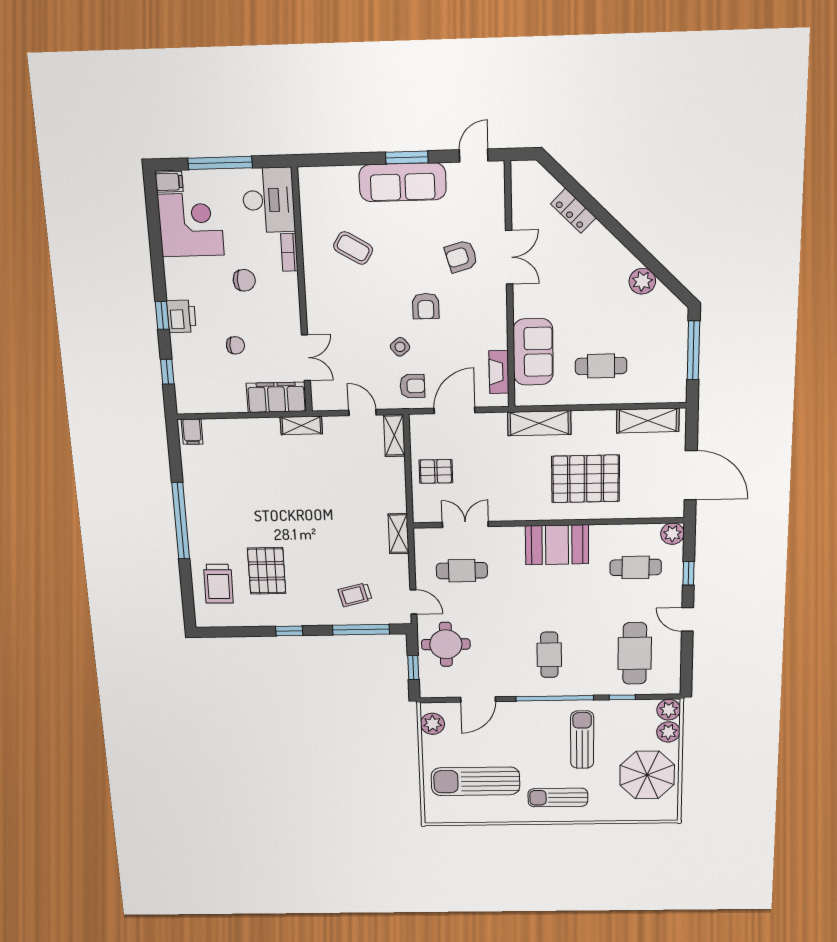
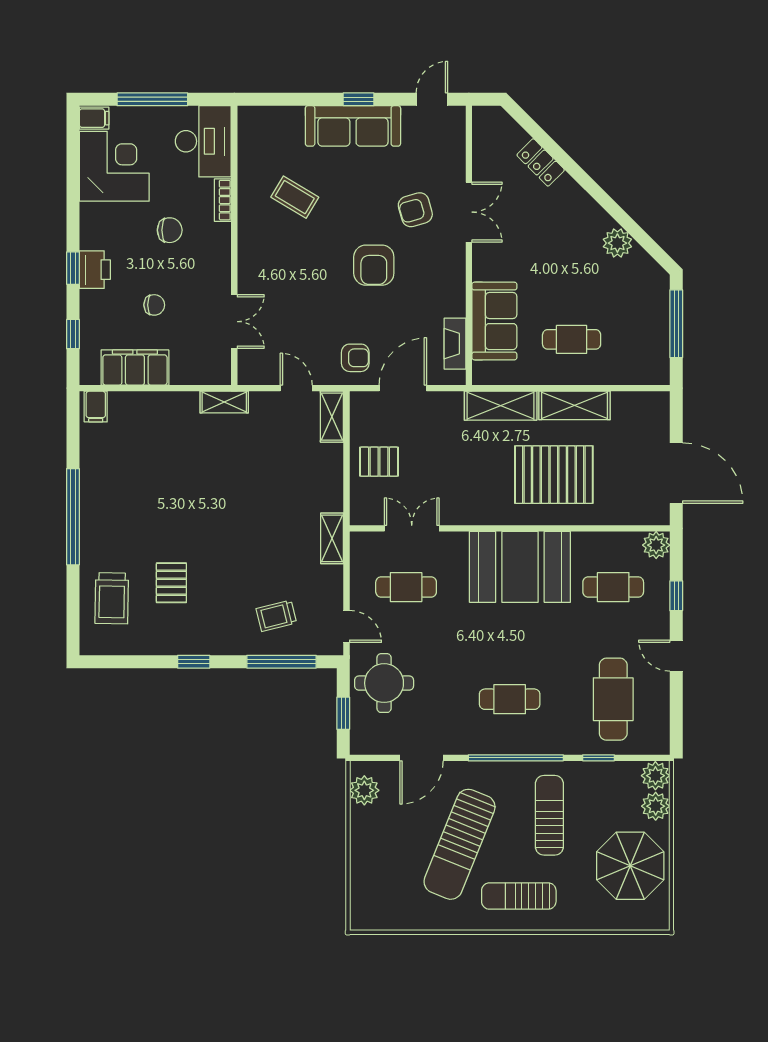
window: (407, 157) -> (359, 99), width x0.67
armchair: (426, 306) -> (374, 265), width x1.38, depth x1.38
side table: (400, 347) -> (343, 311), removed
filing cabinet: (276, 397) -> (135, 368), moved
shelving: (648, 421) -> (575, 405), moved
booth: (557, 545) -> (520, 567), width x1.36, depth x1.42
pallet: (267, 571) -> (171, 583), width x0.67, depth x0.71
cafe table: (549, 655) -> (510, 699), turned 90
sun lounger: (475, 781) -> (460, 844), moved, turned -68

